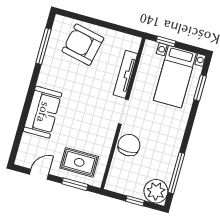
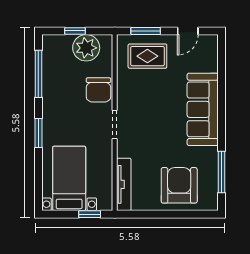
armchair: (83, 45) -> (179, 185), turned -102
tv unit: (125, 74) -> (124, 184), moved
window: (200, 88) -> (38, 133), moved
sofa: (43, 112) -> (203, 109), width x1.36
plant: (156, 191) -> (86, 48), moved

